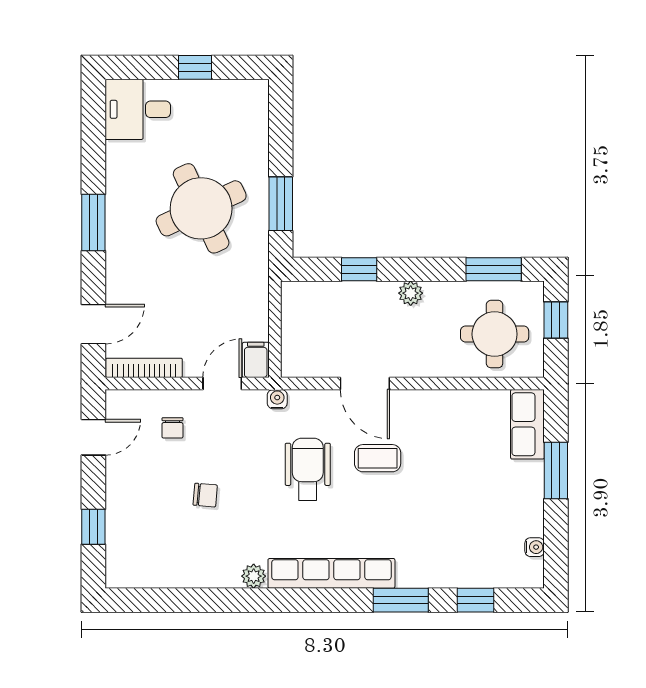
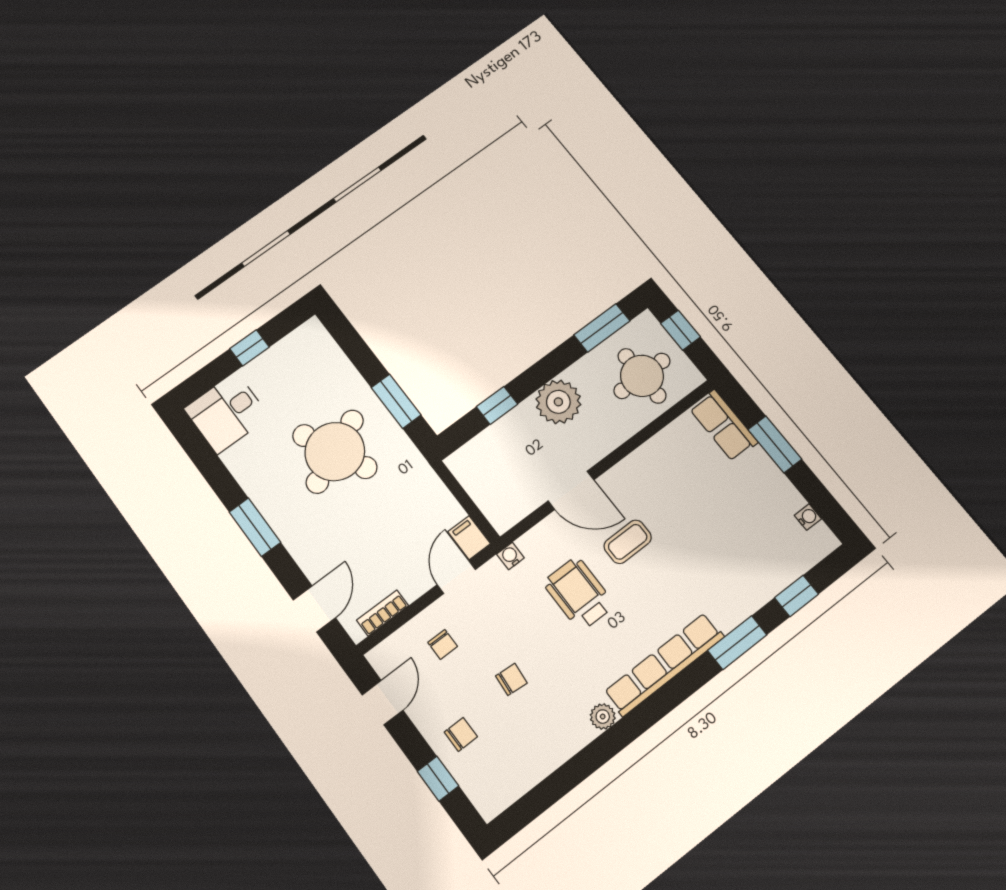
plant: (411, 293) -> (558, 402), width x1.88, depth x1.88
bookcase: (144, 368) -> (383, 613), width x0.64
chair: (135, 507) -> (461, 734), added

